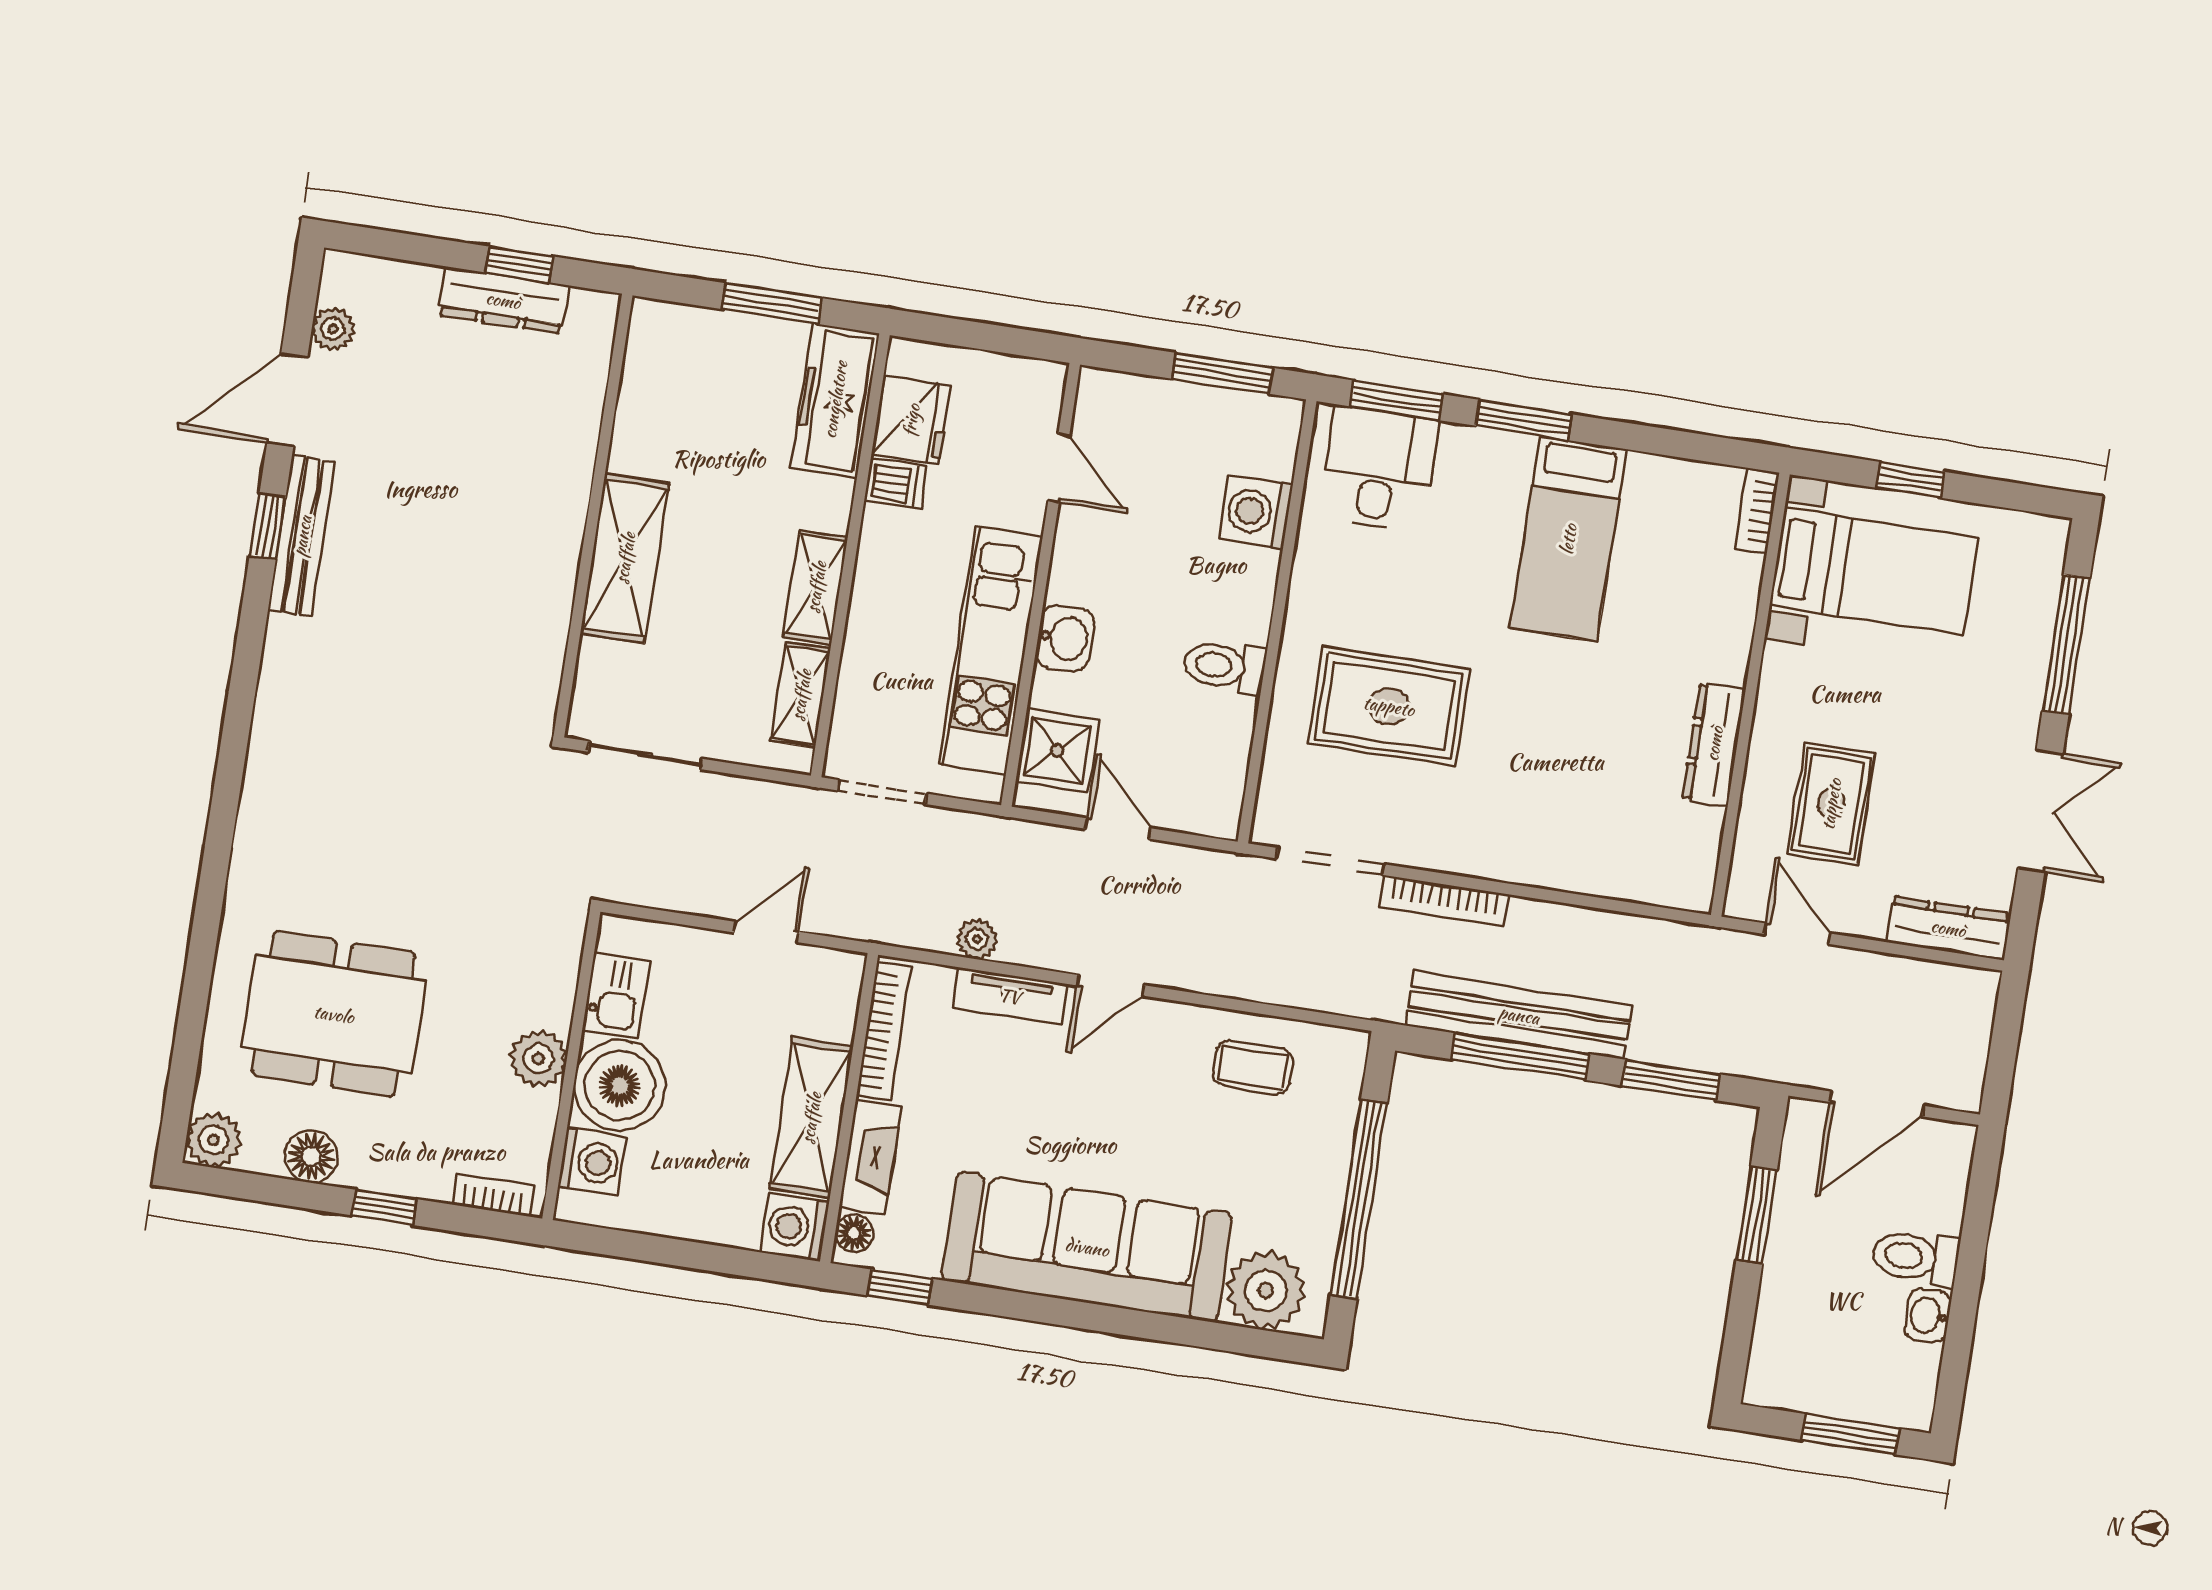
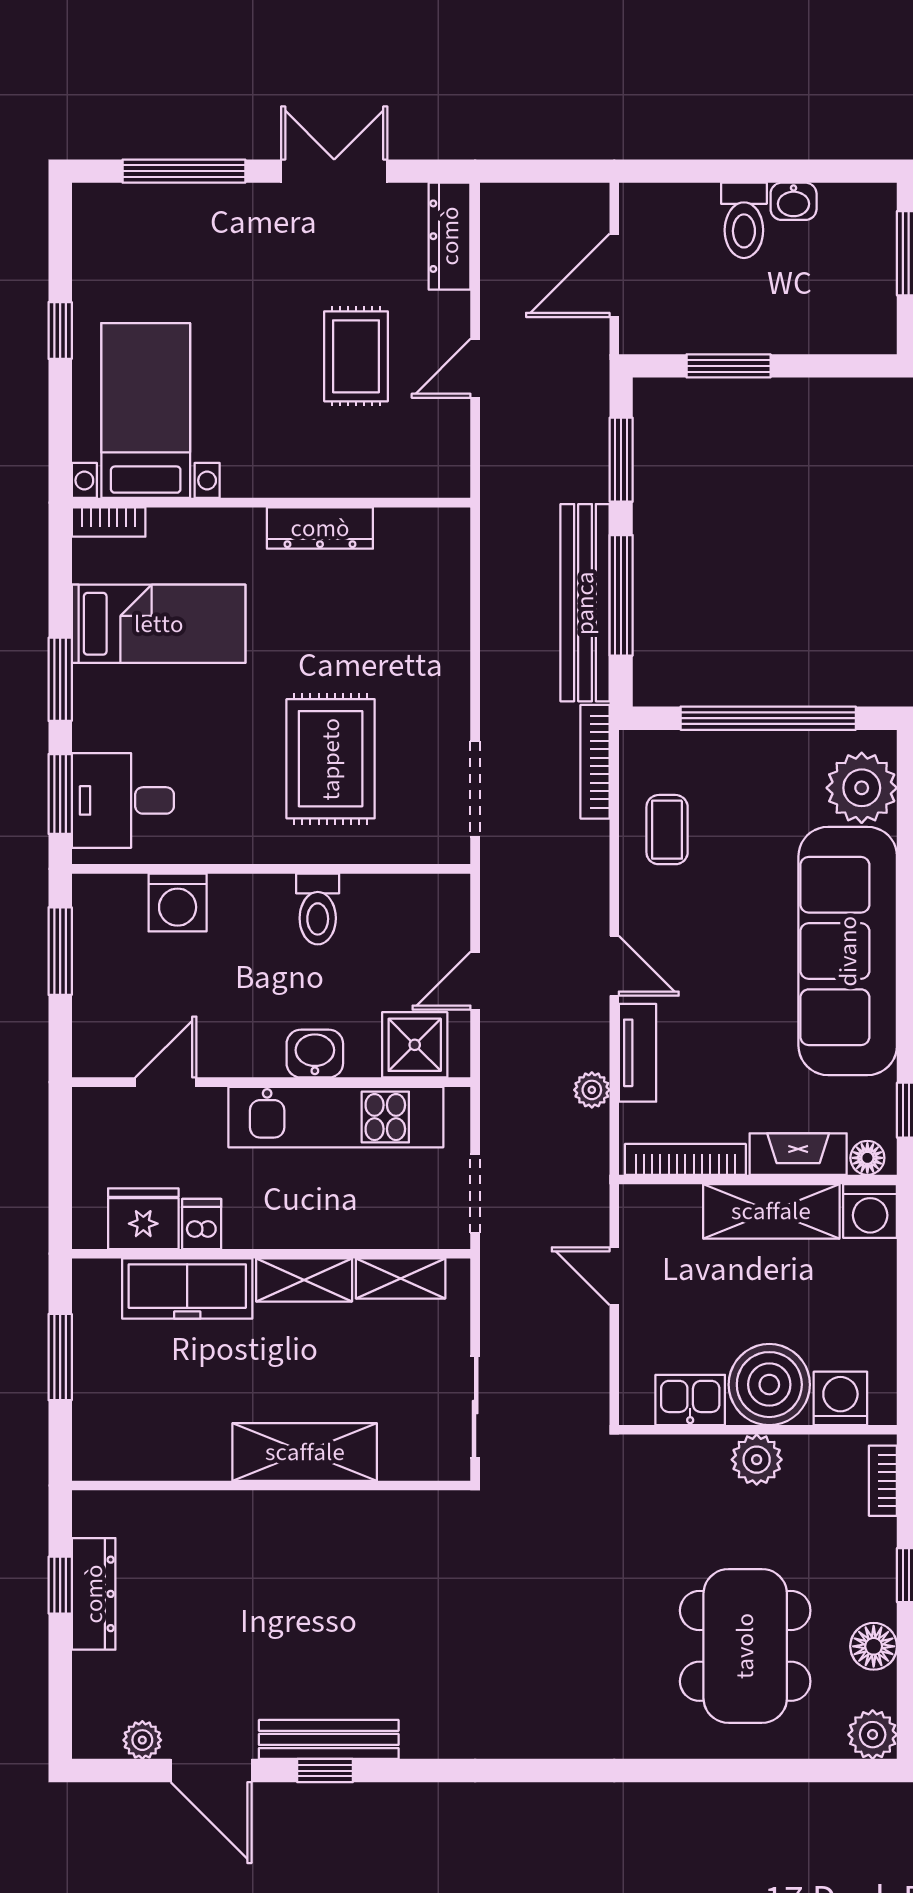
freezer: (835, 400) -> (187, 1288), moved
bookcase: (1757, 511) -> (109, 522), moved
bed with nightstands: (1874, 571) -> (146, 411), moved
wall: (1750, 695) -> (271, 503), moved
dresser: (1714, 744) -> (320, 528), moved
rug: (1831, 804) -> (356, 356), turned 90
bookcase: (1444, 901) -> (595, 762), moved, turned 180
door: (1877, 1104) -> (614, 275), swing flipped

